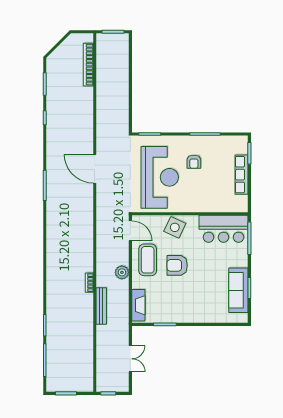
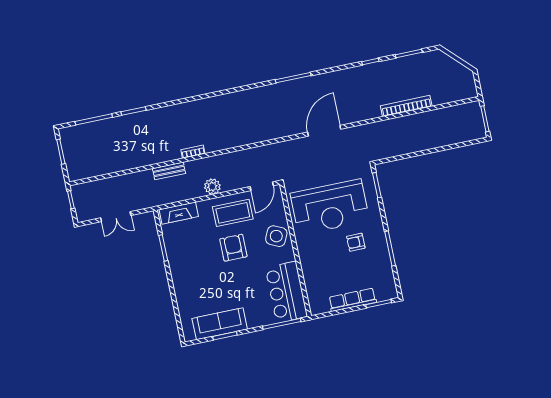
bookcase: (88, 65) -> (406, 106), moved
bench: (101, 306) -> (169, 171), width x0.73

